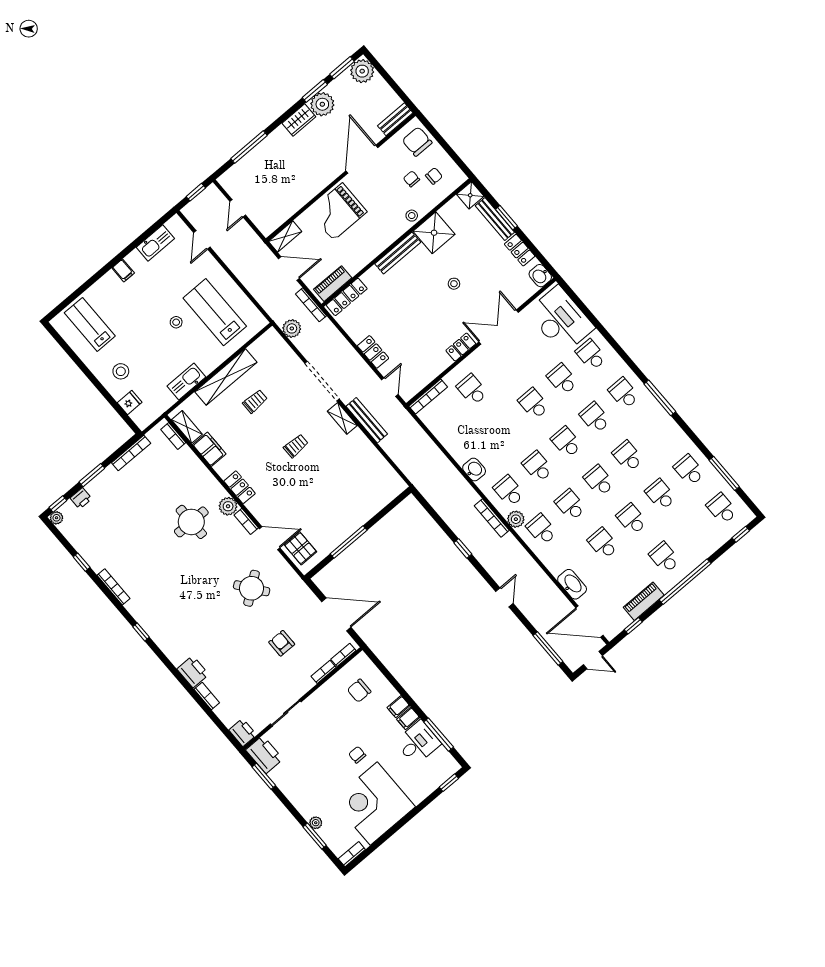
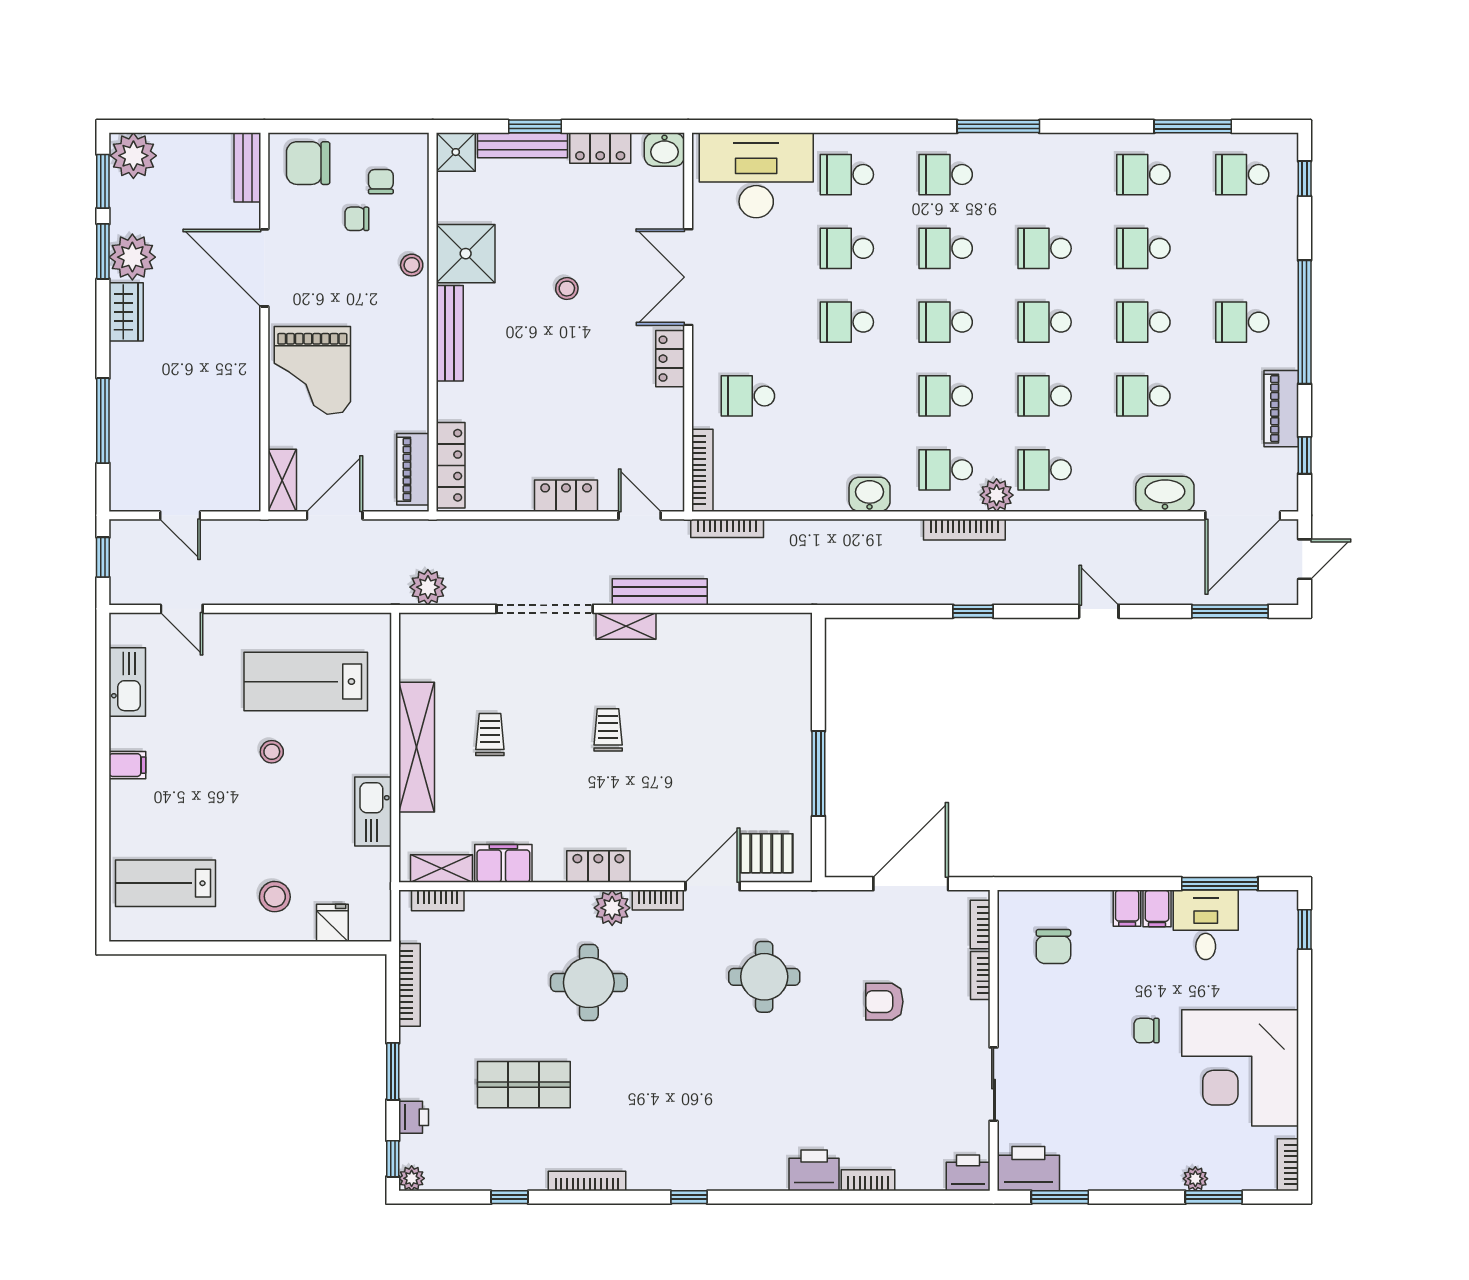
bookcase: (311, 305) -> (727, 528), moved
shop shelf: (130, 530) -> (524, 1085), added
round table: (252, 588) -> (764, 977), turned 37

